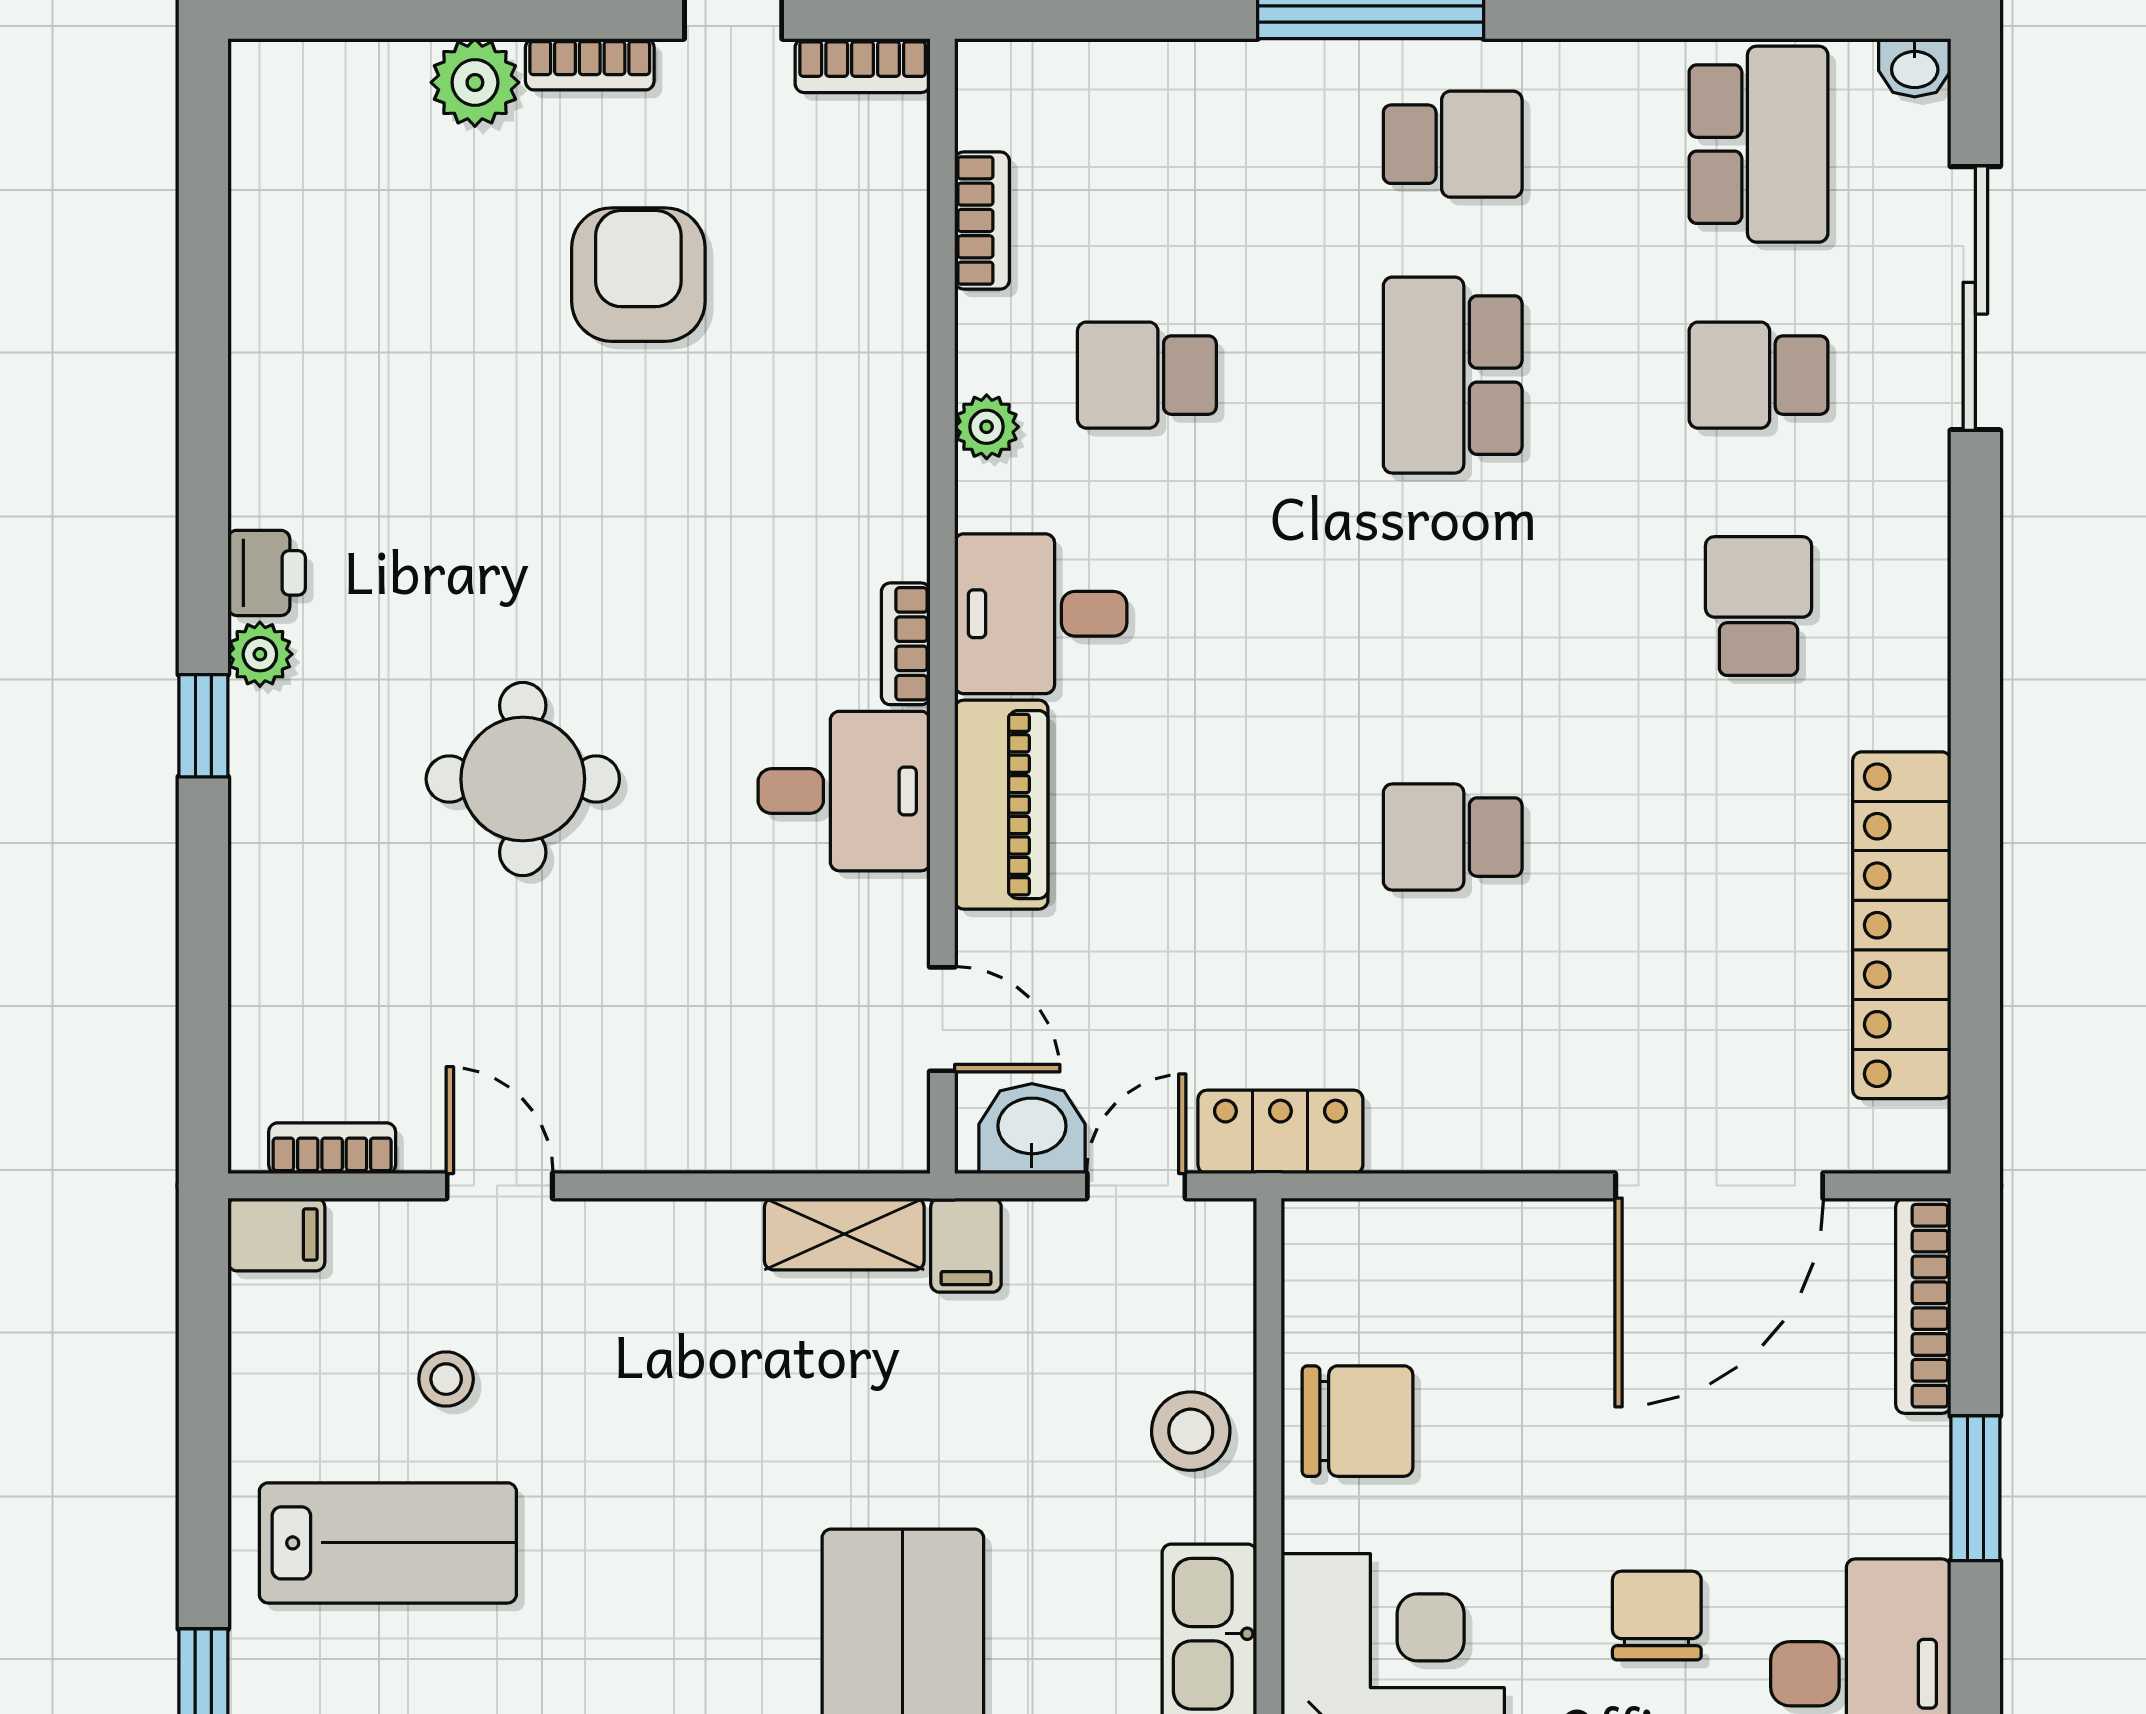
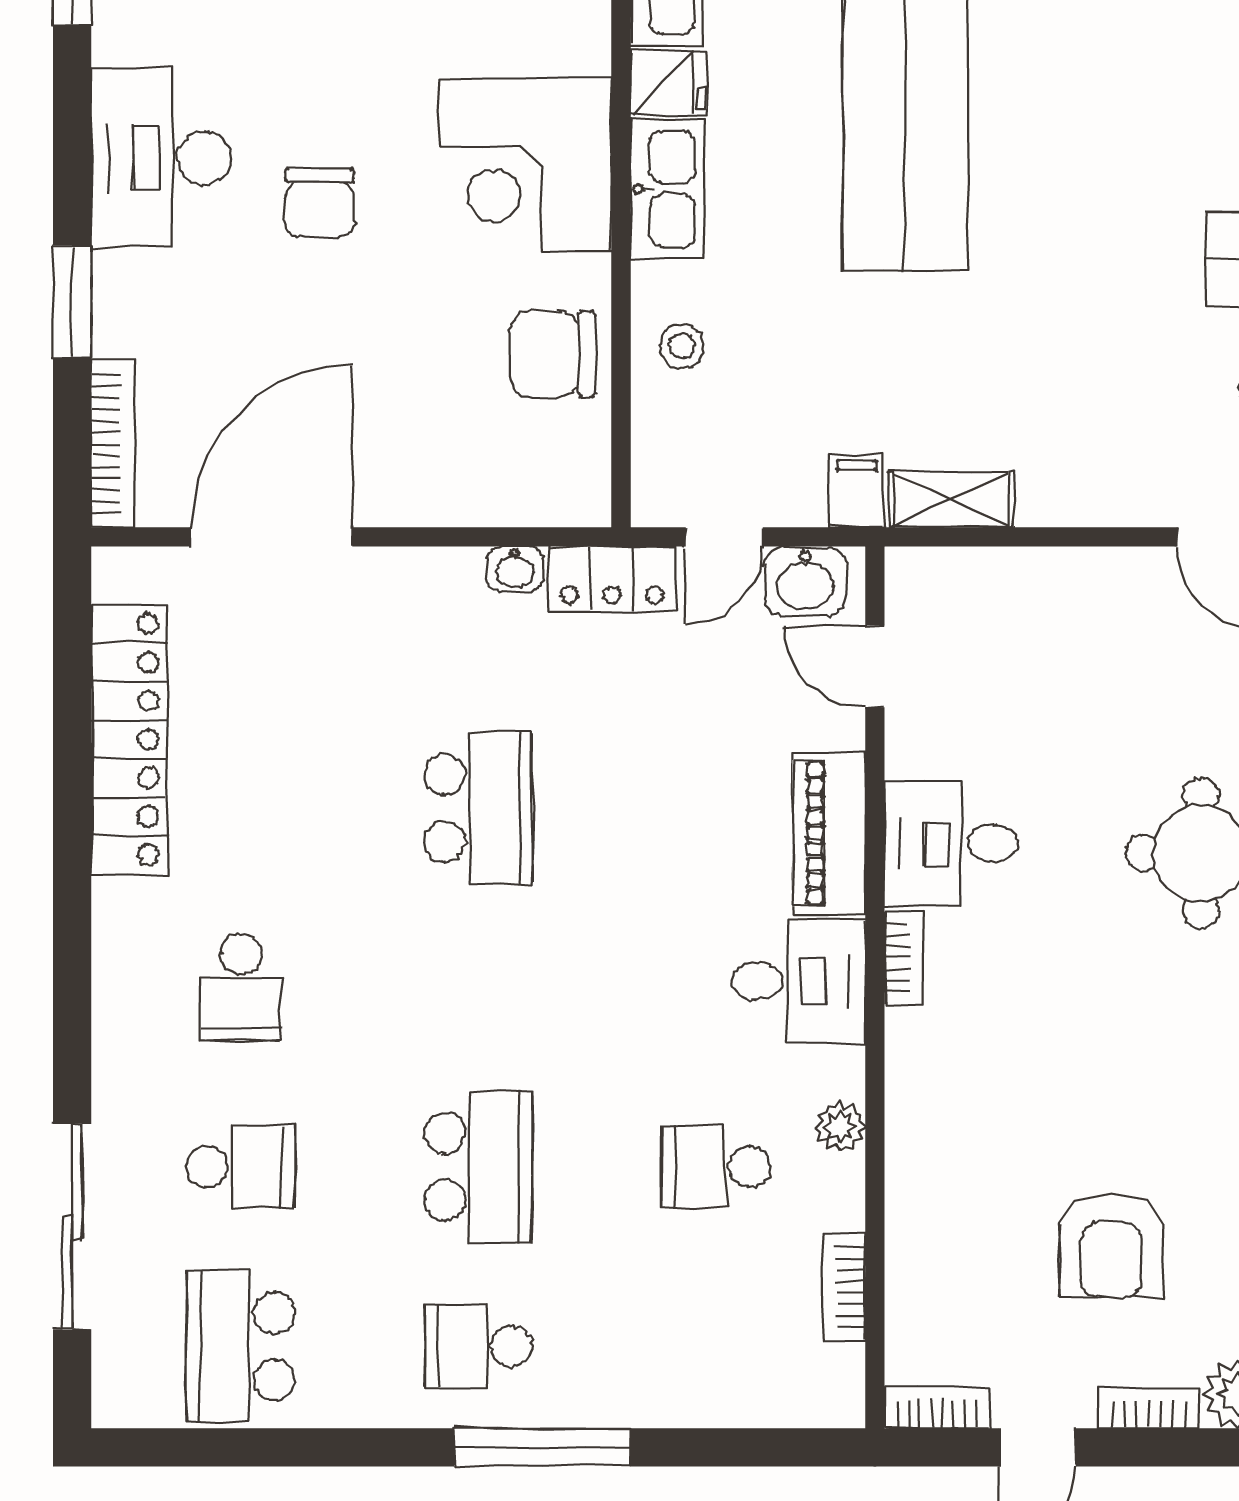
washbasin: (1915, 68) -> (515, 569), moved, turned 180
school desk: (1147, 375) -> (716, 1167), turned 180
school desk: (1453, 837) -> (478, 808), width x1.85
stool: (1191, 1431) -> (682, 346), width x0.73, depth x0.73

